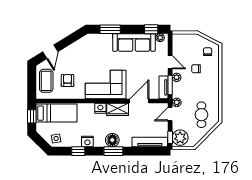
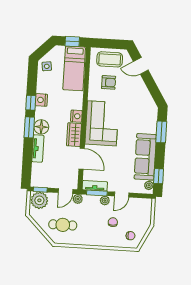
door: (170, 114) -> (66, 191), swing flipped
tv unit: (150, 142) -> (38, 148), moved, width x0.71
window: (78, 151) -> (31, 103), moved

